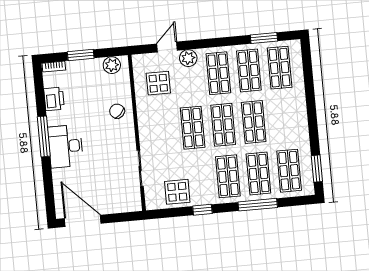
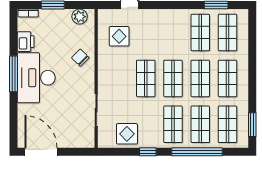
plant: (188, 58) -> (148, 17), removed
shop shelf: (218, 73) -> (228, 78), moved
desk: (65, 146) -> (36, 78), width x1.36, depth x1.30
window: (258, 205) -> (197, 152), width x1.46

